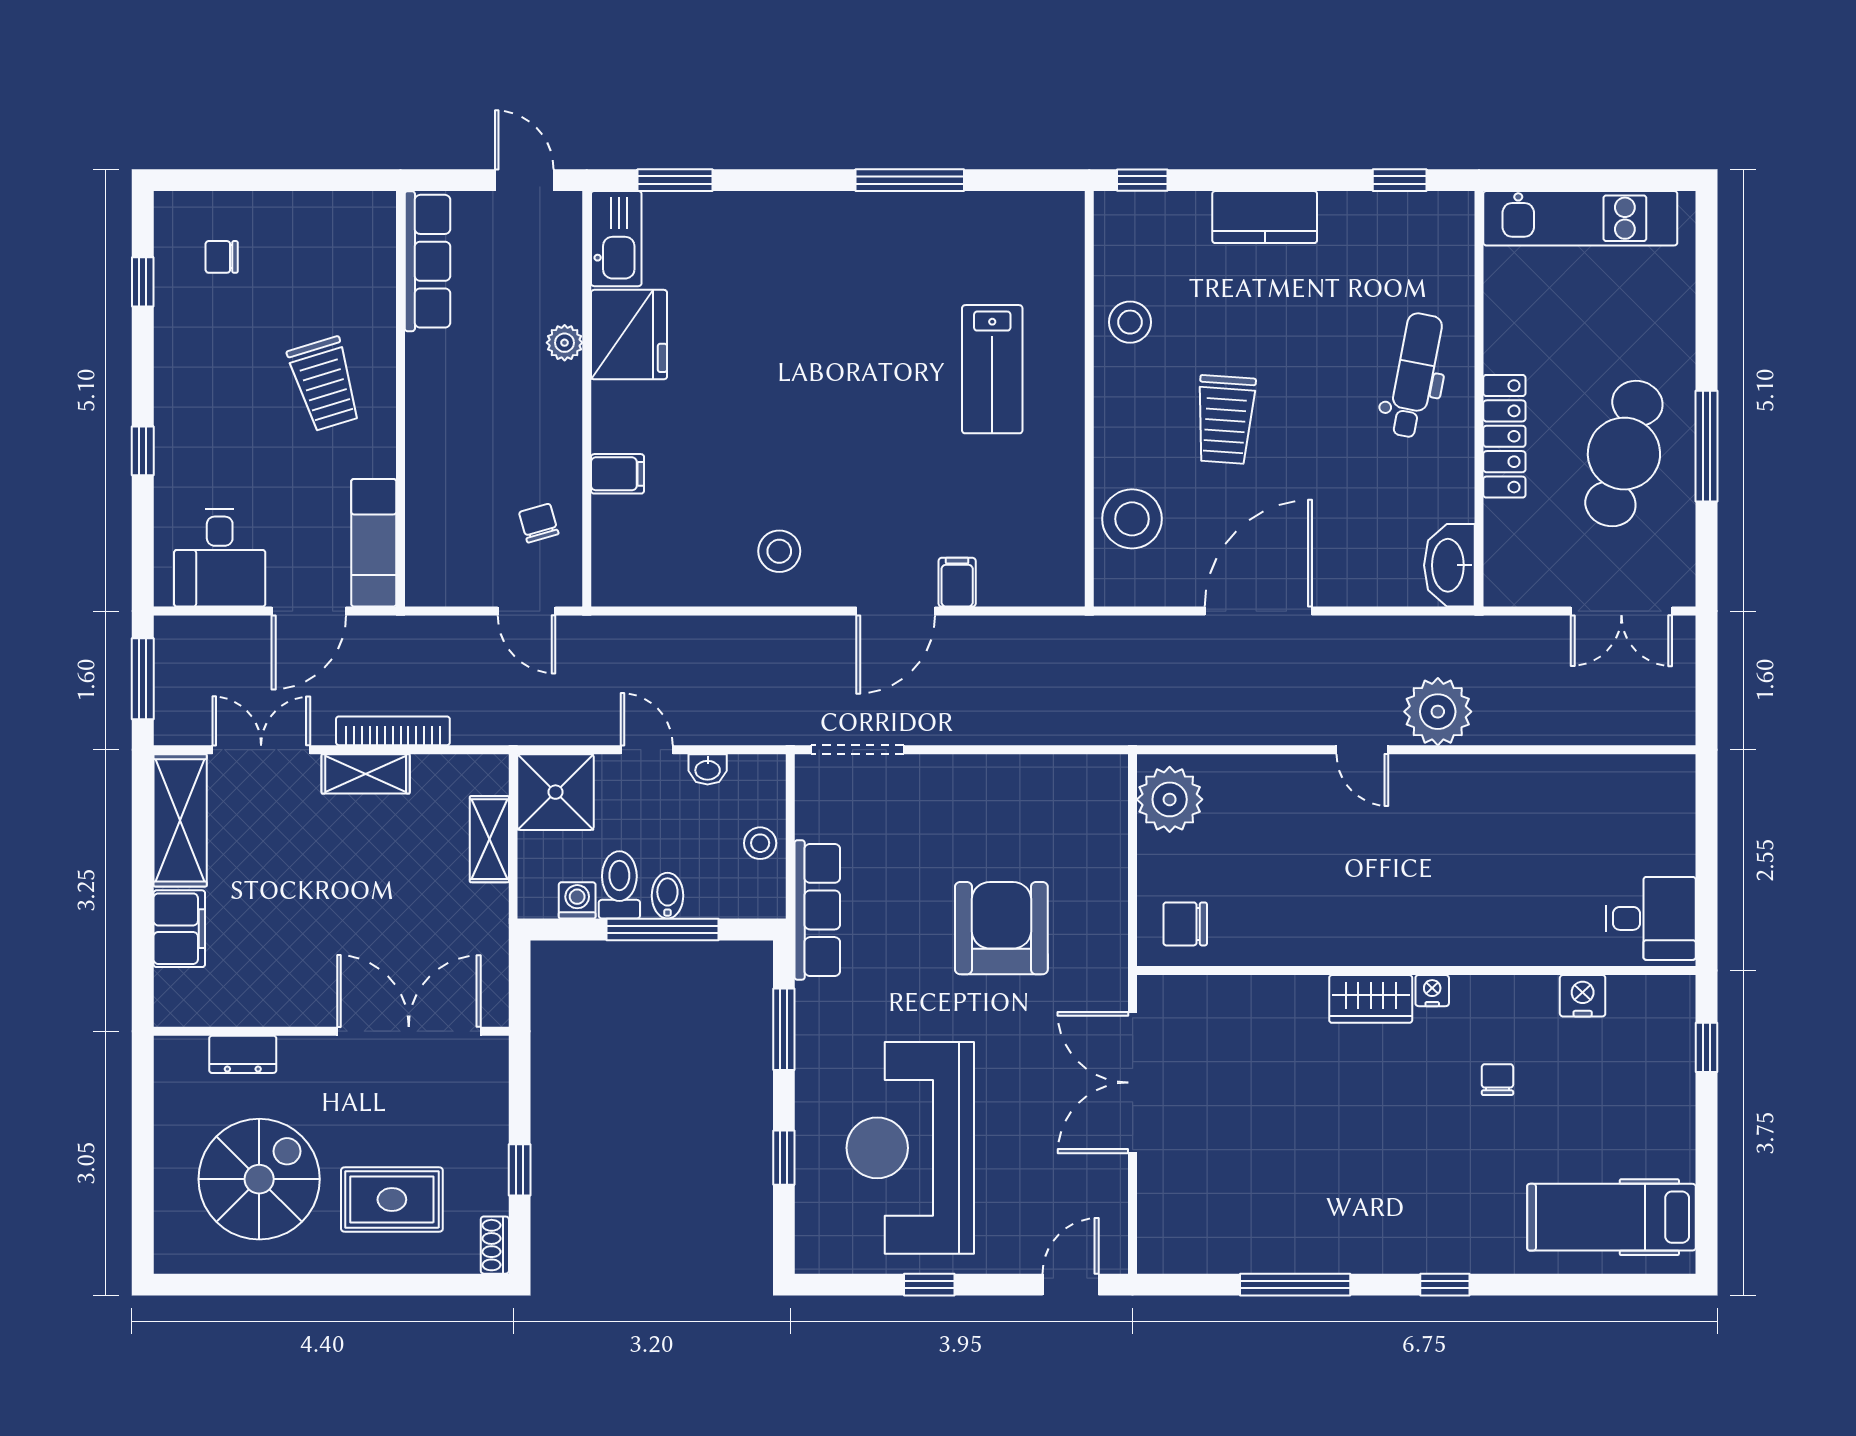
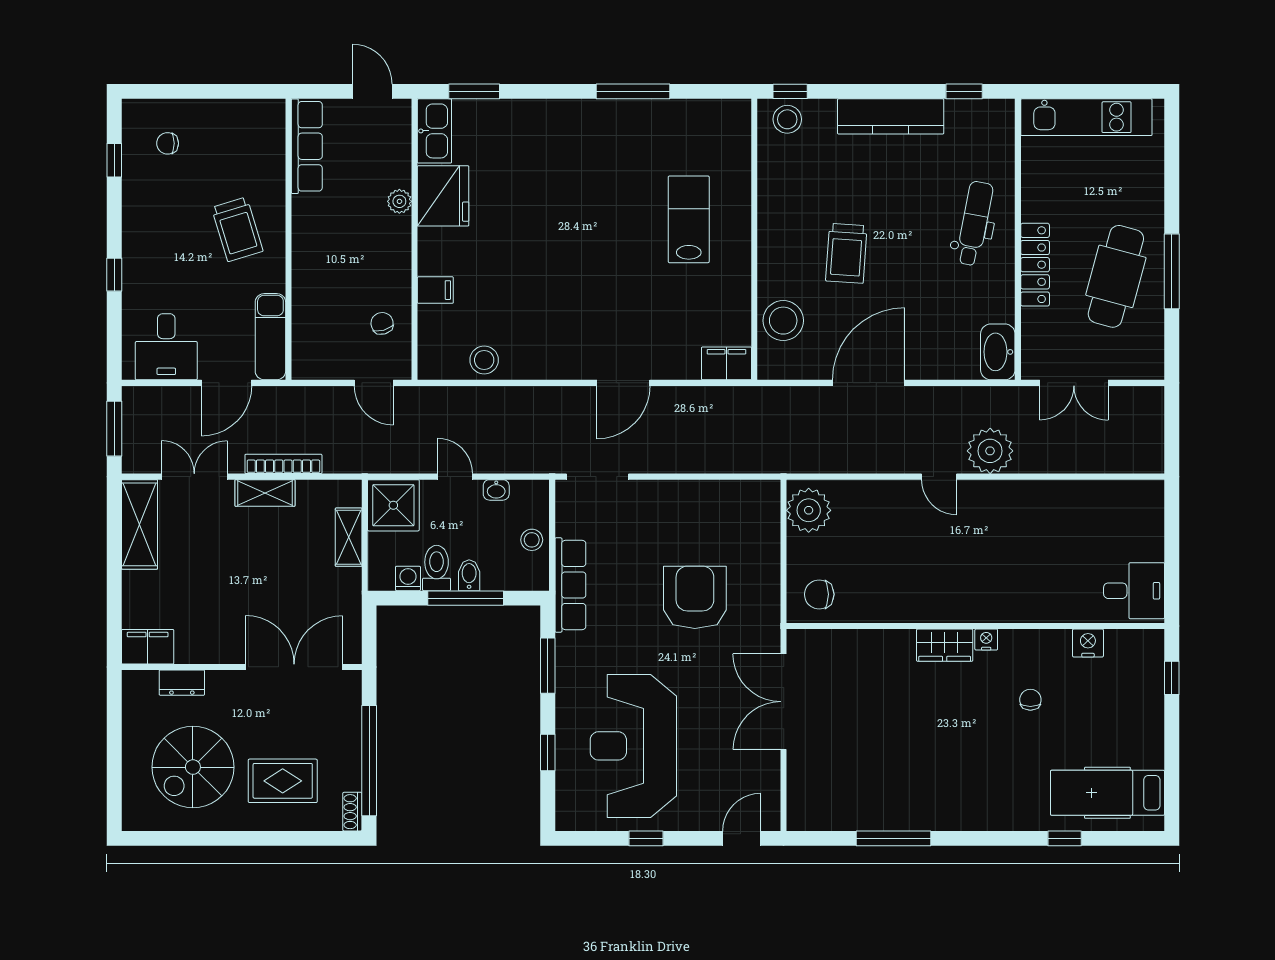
kitchen counter: (1265, 217) -> (891, 116), width x1.50
stool: (1130, 322) -> (787, 119), moved
lab bench: (992, 369) -> (689, 219), turned 180
stool: (779, 551) -> (484, 360), moved
filing cabinet: (957, 582) -> (726, 363), moved, width x2.00
double door: (1621, 611) -> (1074, 383), moved
filing cabinet: (179, 929) -> (148, 647), moved, turned -90
window: (520, 1170) -> (369, 761), width x3.17
spiral stairs: (259, 1179) -> (193, 767), turned 180
window: (1445, 1285) -> (1065, 838), moved

